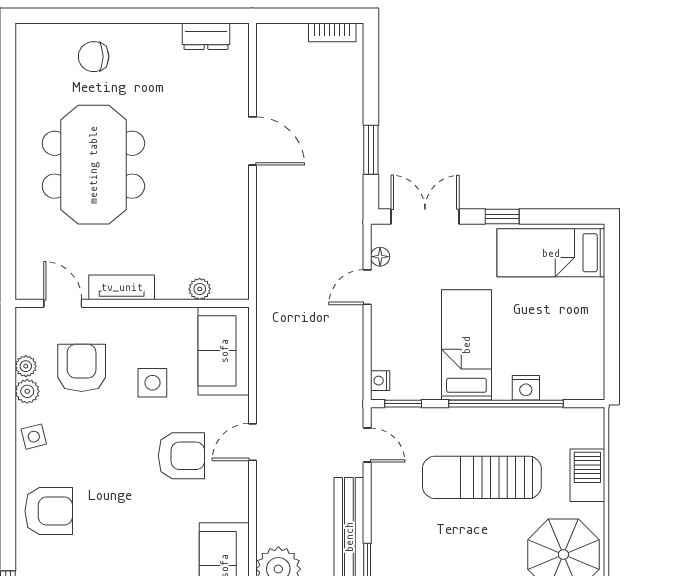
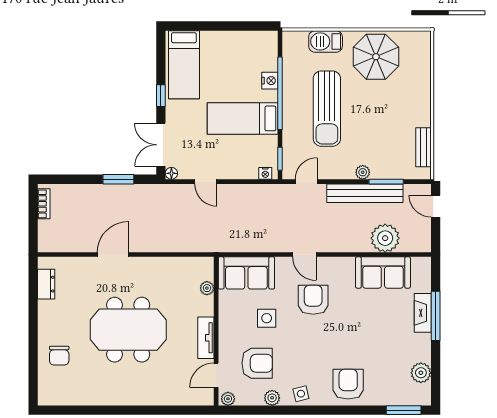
meeting table: (93, 165) -> (128, 330), moved
floor lamp: (380, 257) -> (171, 173), moved
plant: (26, 366) -> (228, 399), moved
armchair: (82, 368) -> (257, 363), turned 180
plant: (382, 534) -> (363, 172), added

